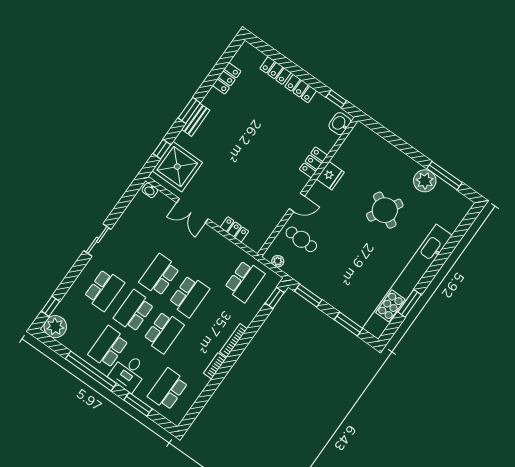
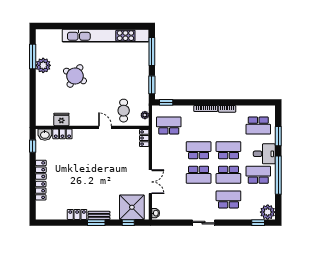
locker: (227, 78) -> (77, 214), moved
locker: (313, 162) -> (62, 134), moved
fridge: (330, 176) -> (61, 119), moved
locker: (234, 229) -> (144, 138), moved
window: (409, 303) -> (117, 26), removed
window: (348, 324) -> (152, 52), width x1.44
school desk: (108, 347) -> (258, 175), turned 180

